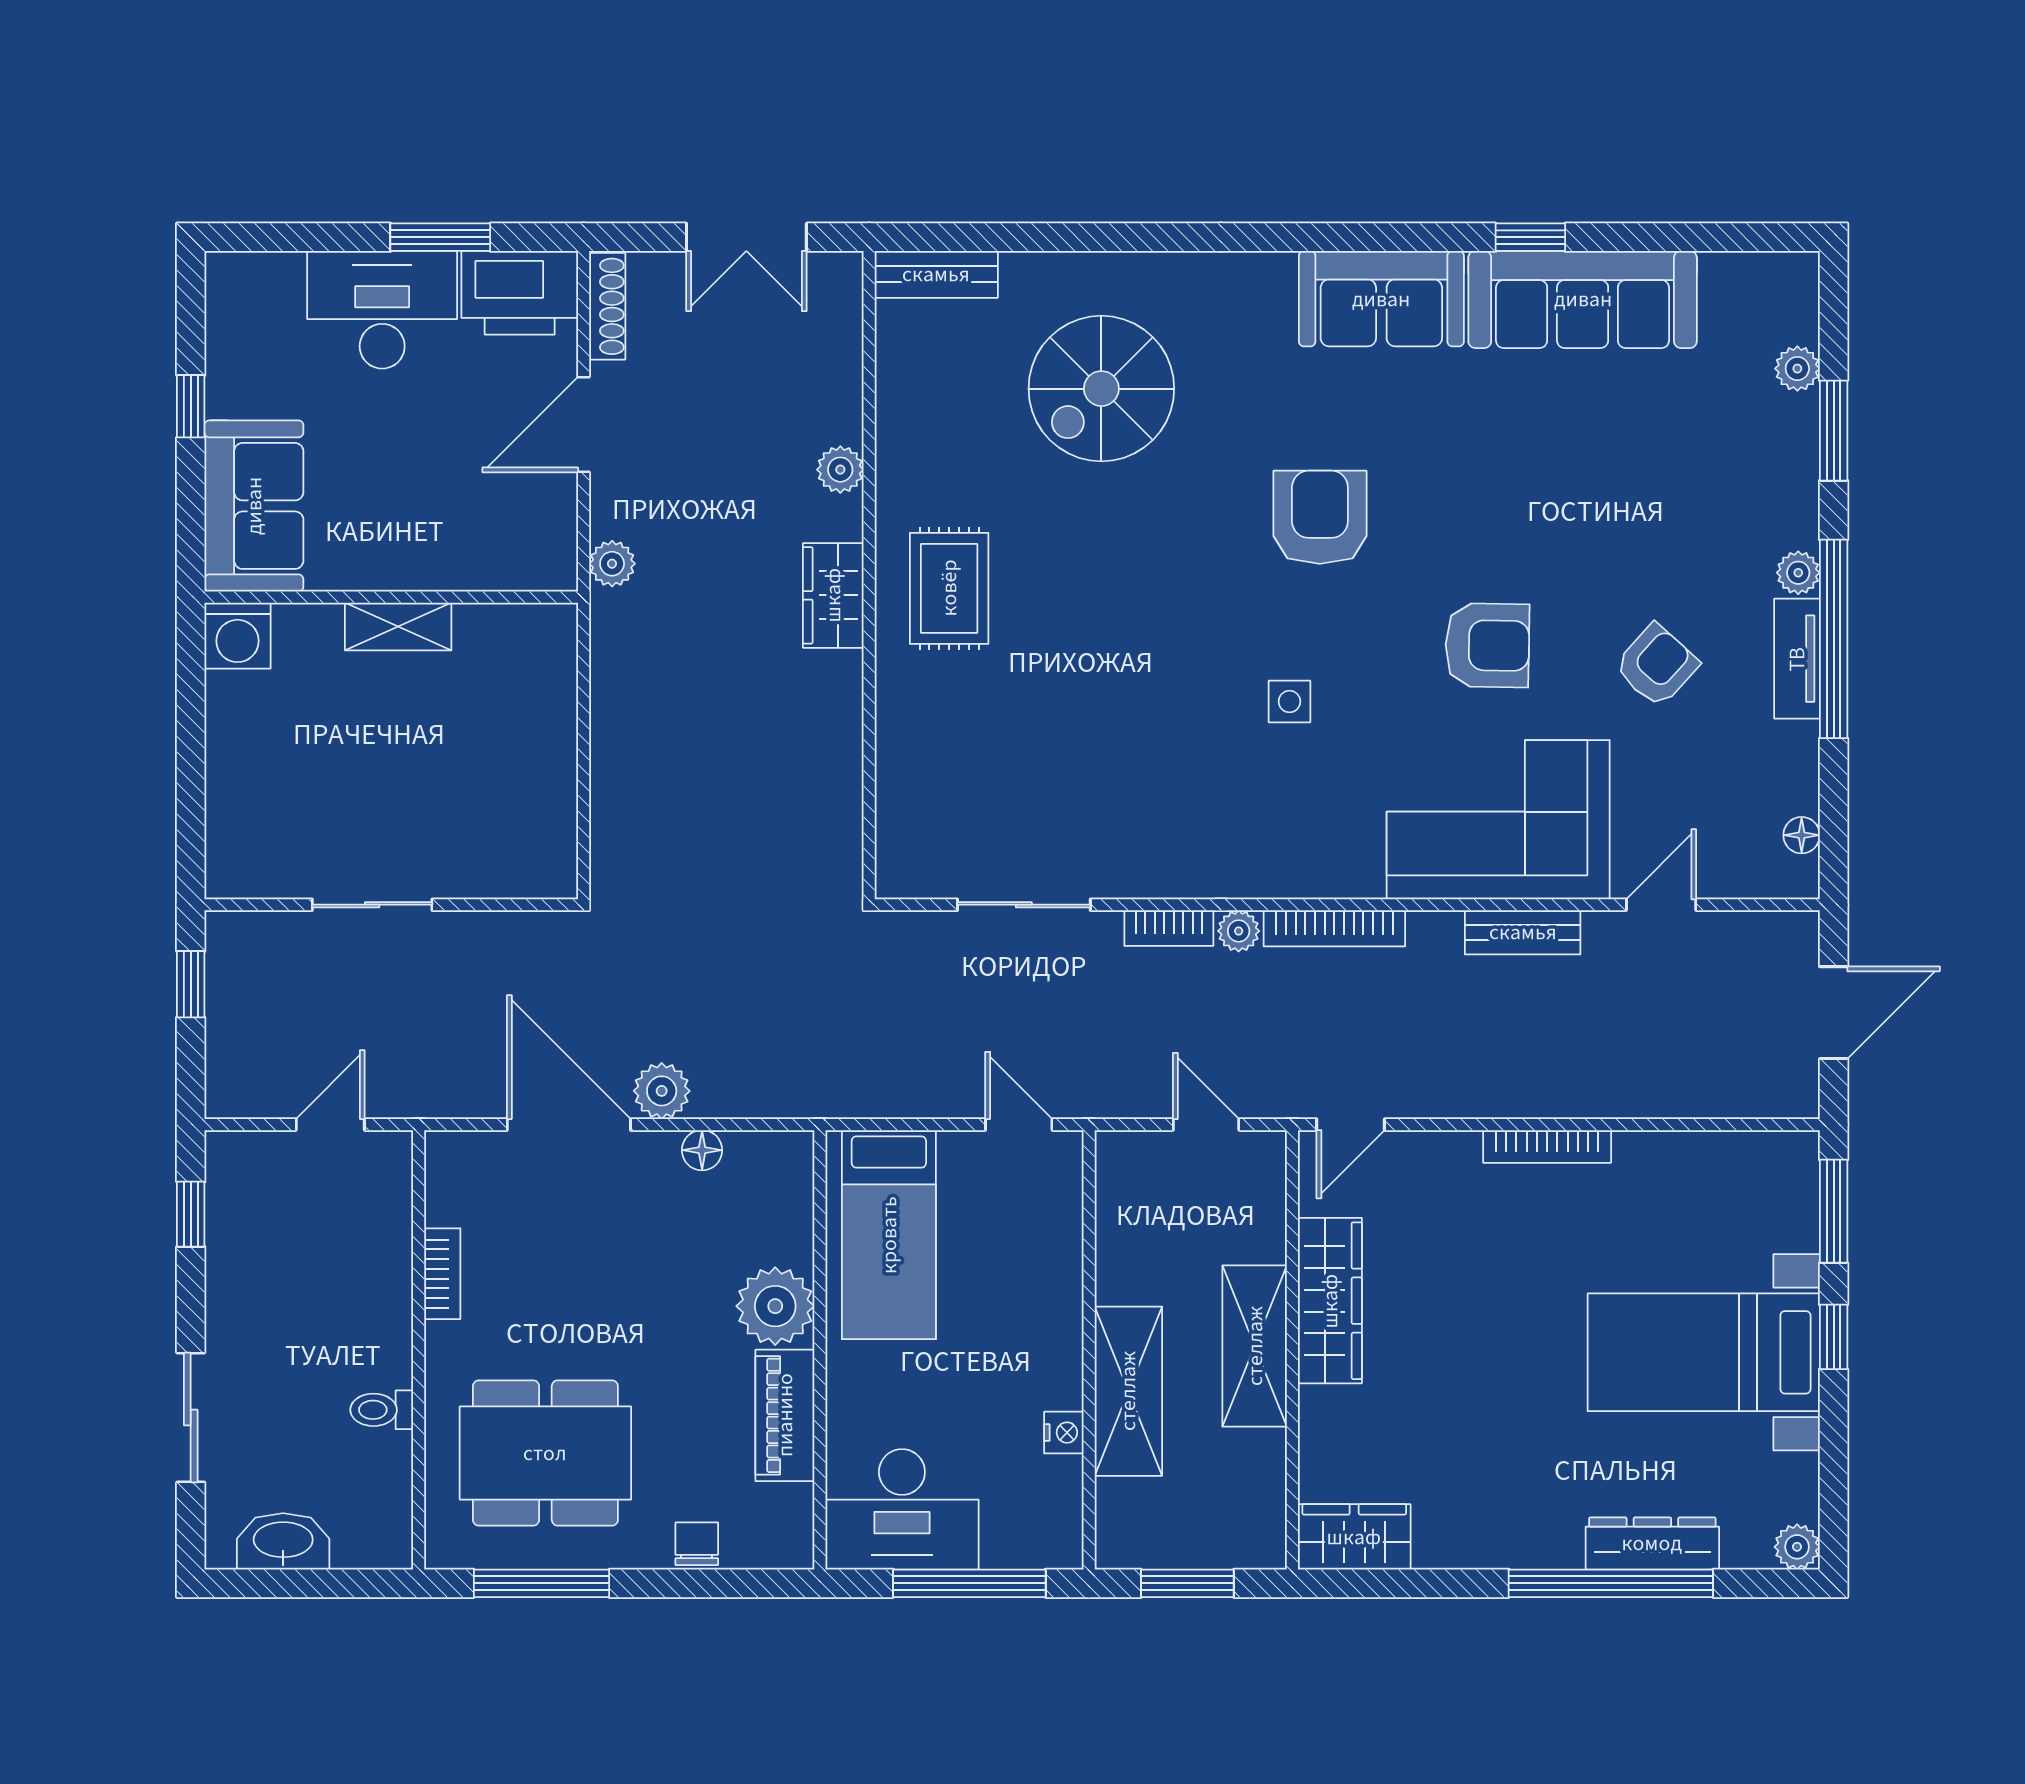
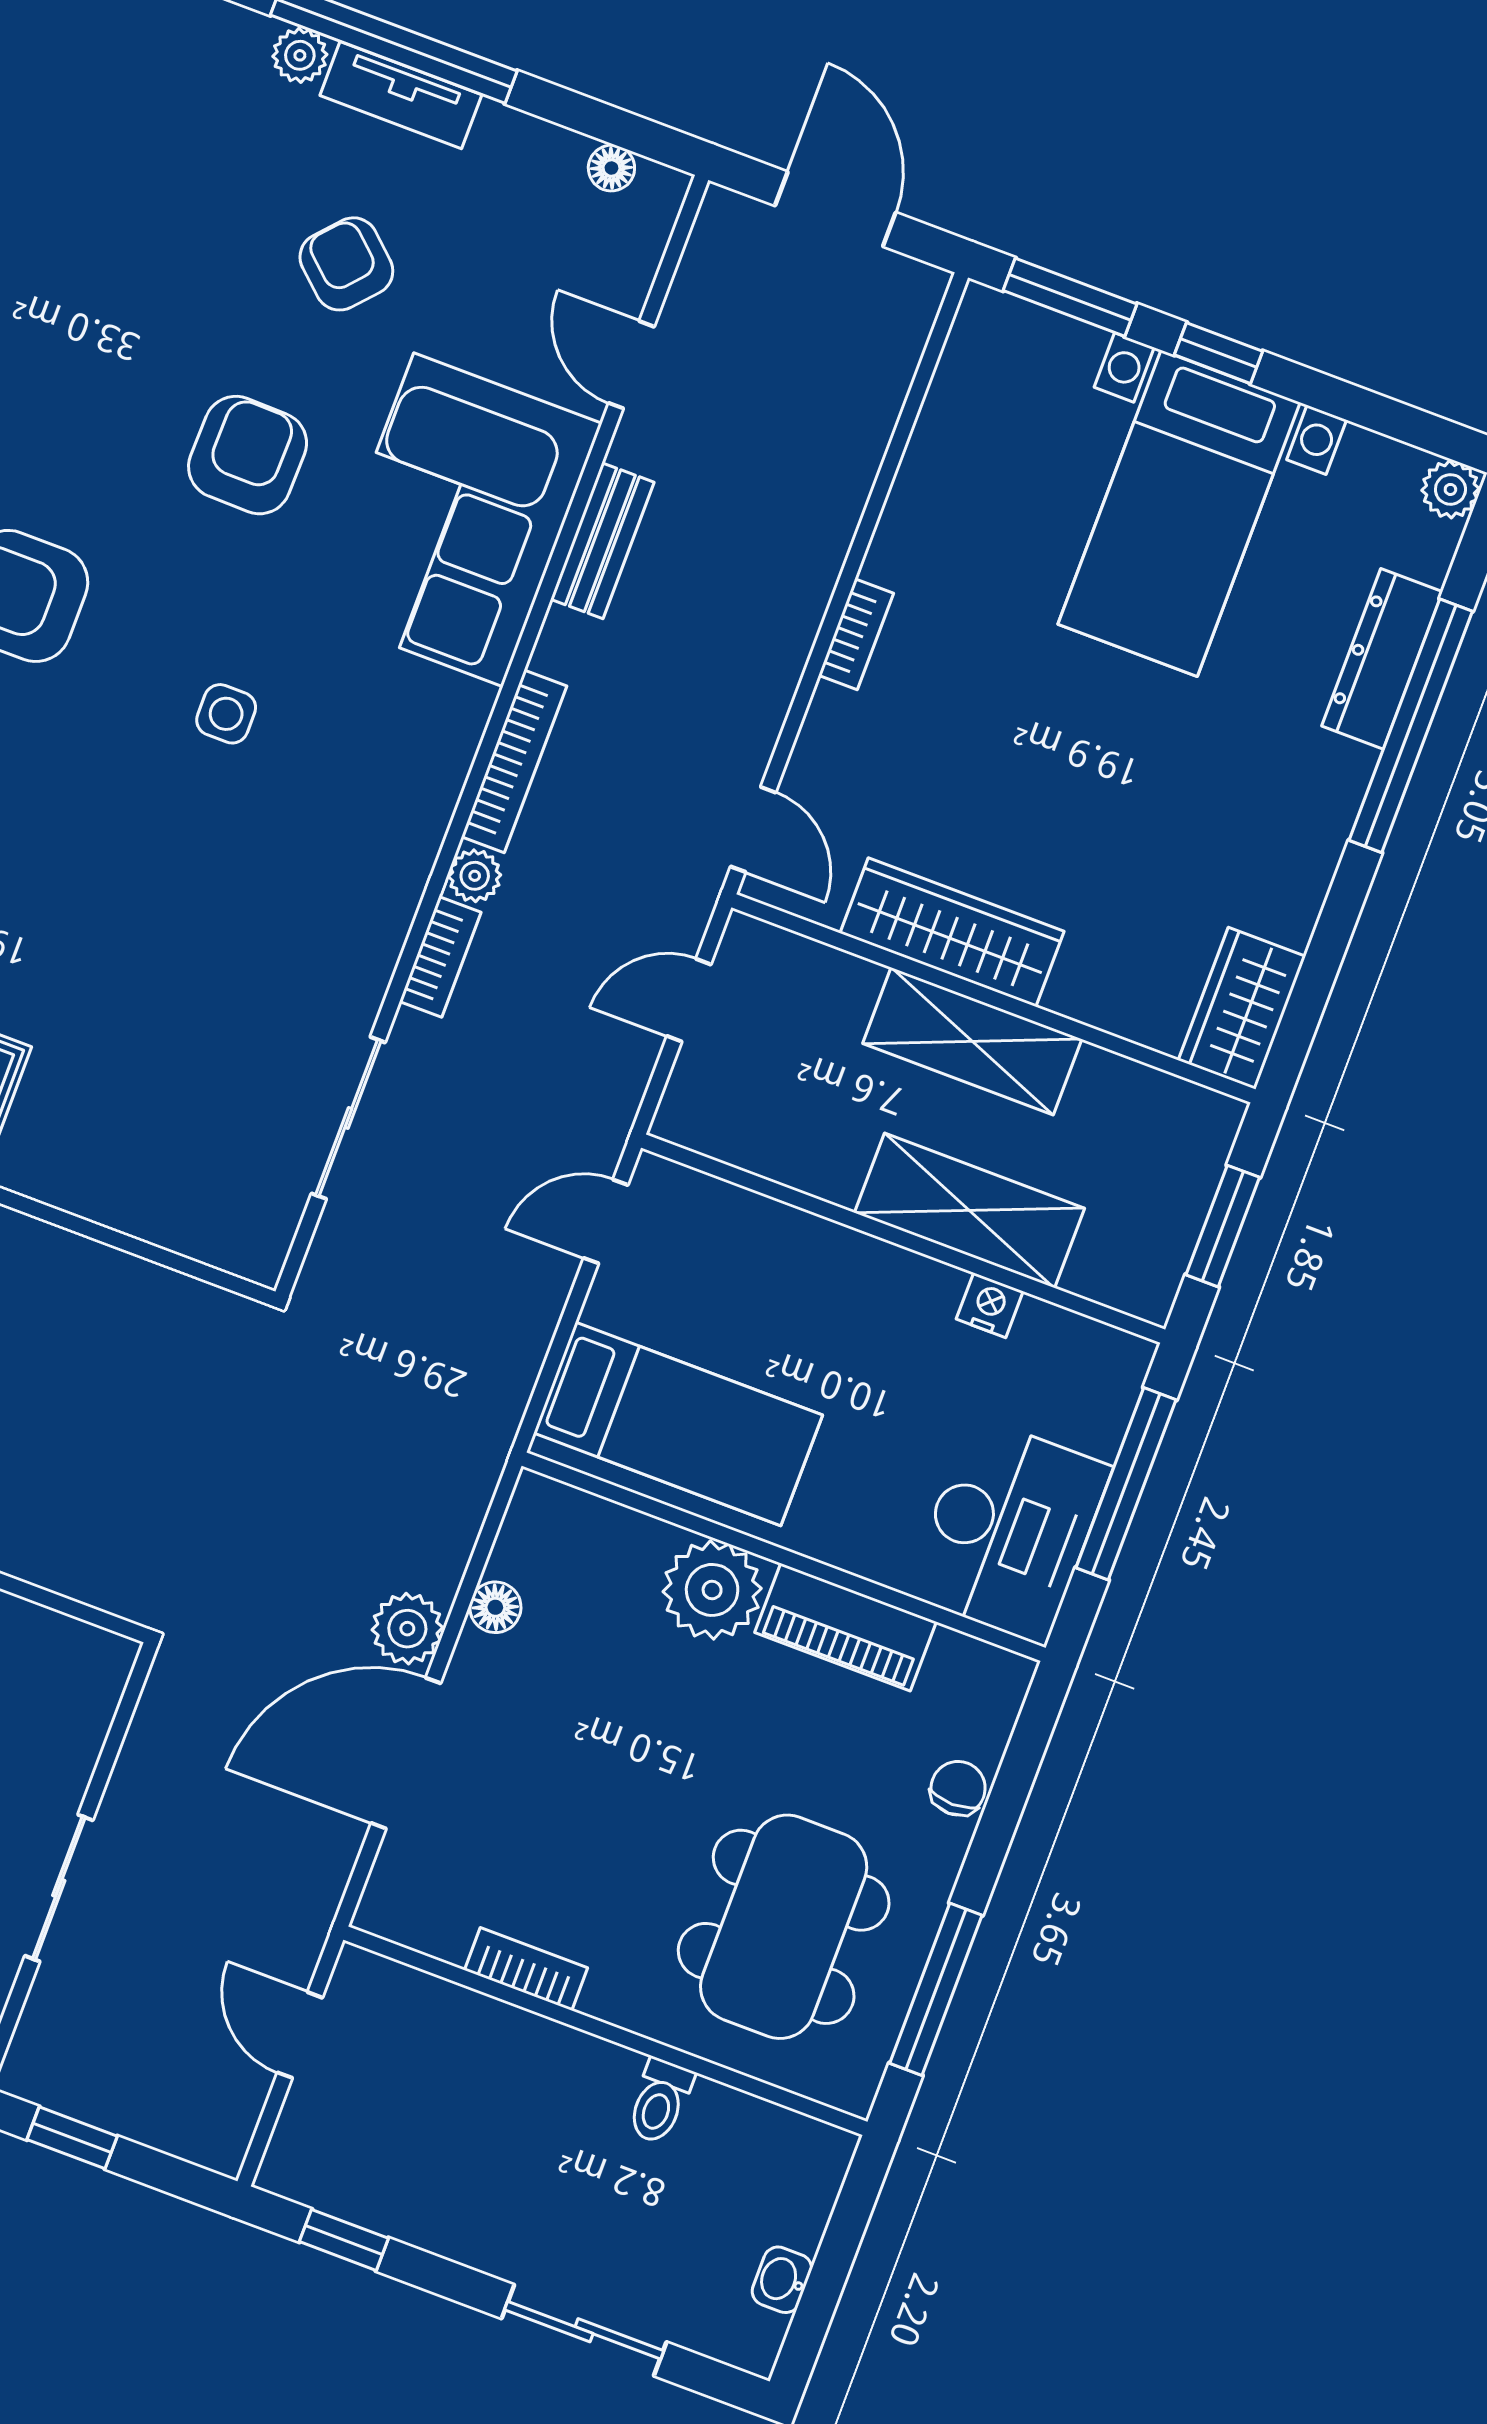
bookcase: (1547, 1146) -> (856, 634), width x0.64
washbasin: (283, 1541) -> (782, 2280), width x0.52, depth x0.69
chair: (697, 1544) -> (958, 1788), turned 90

